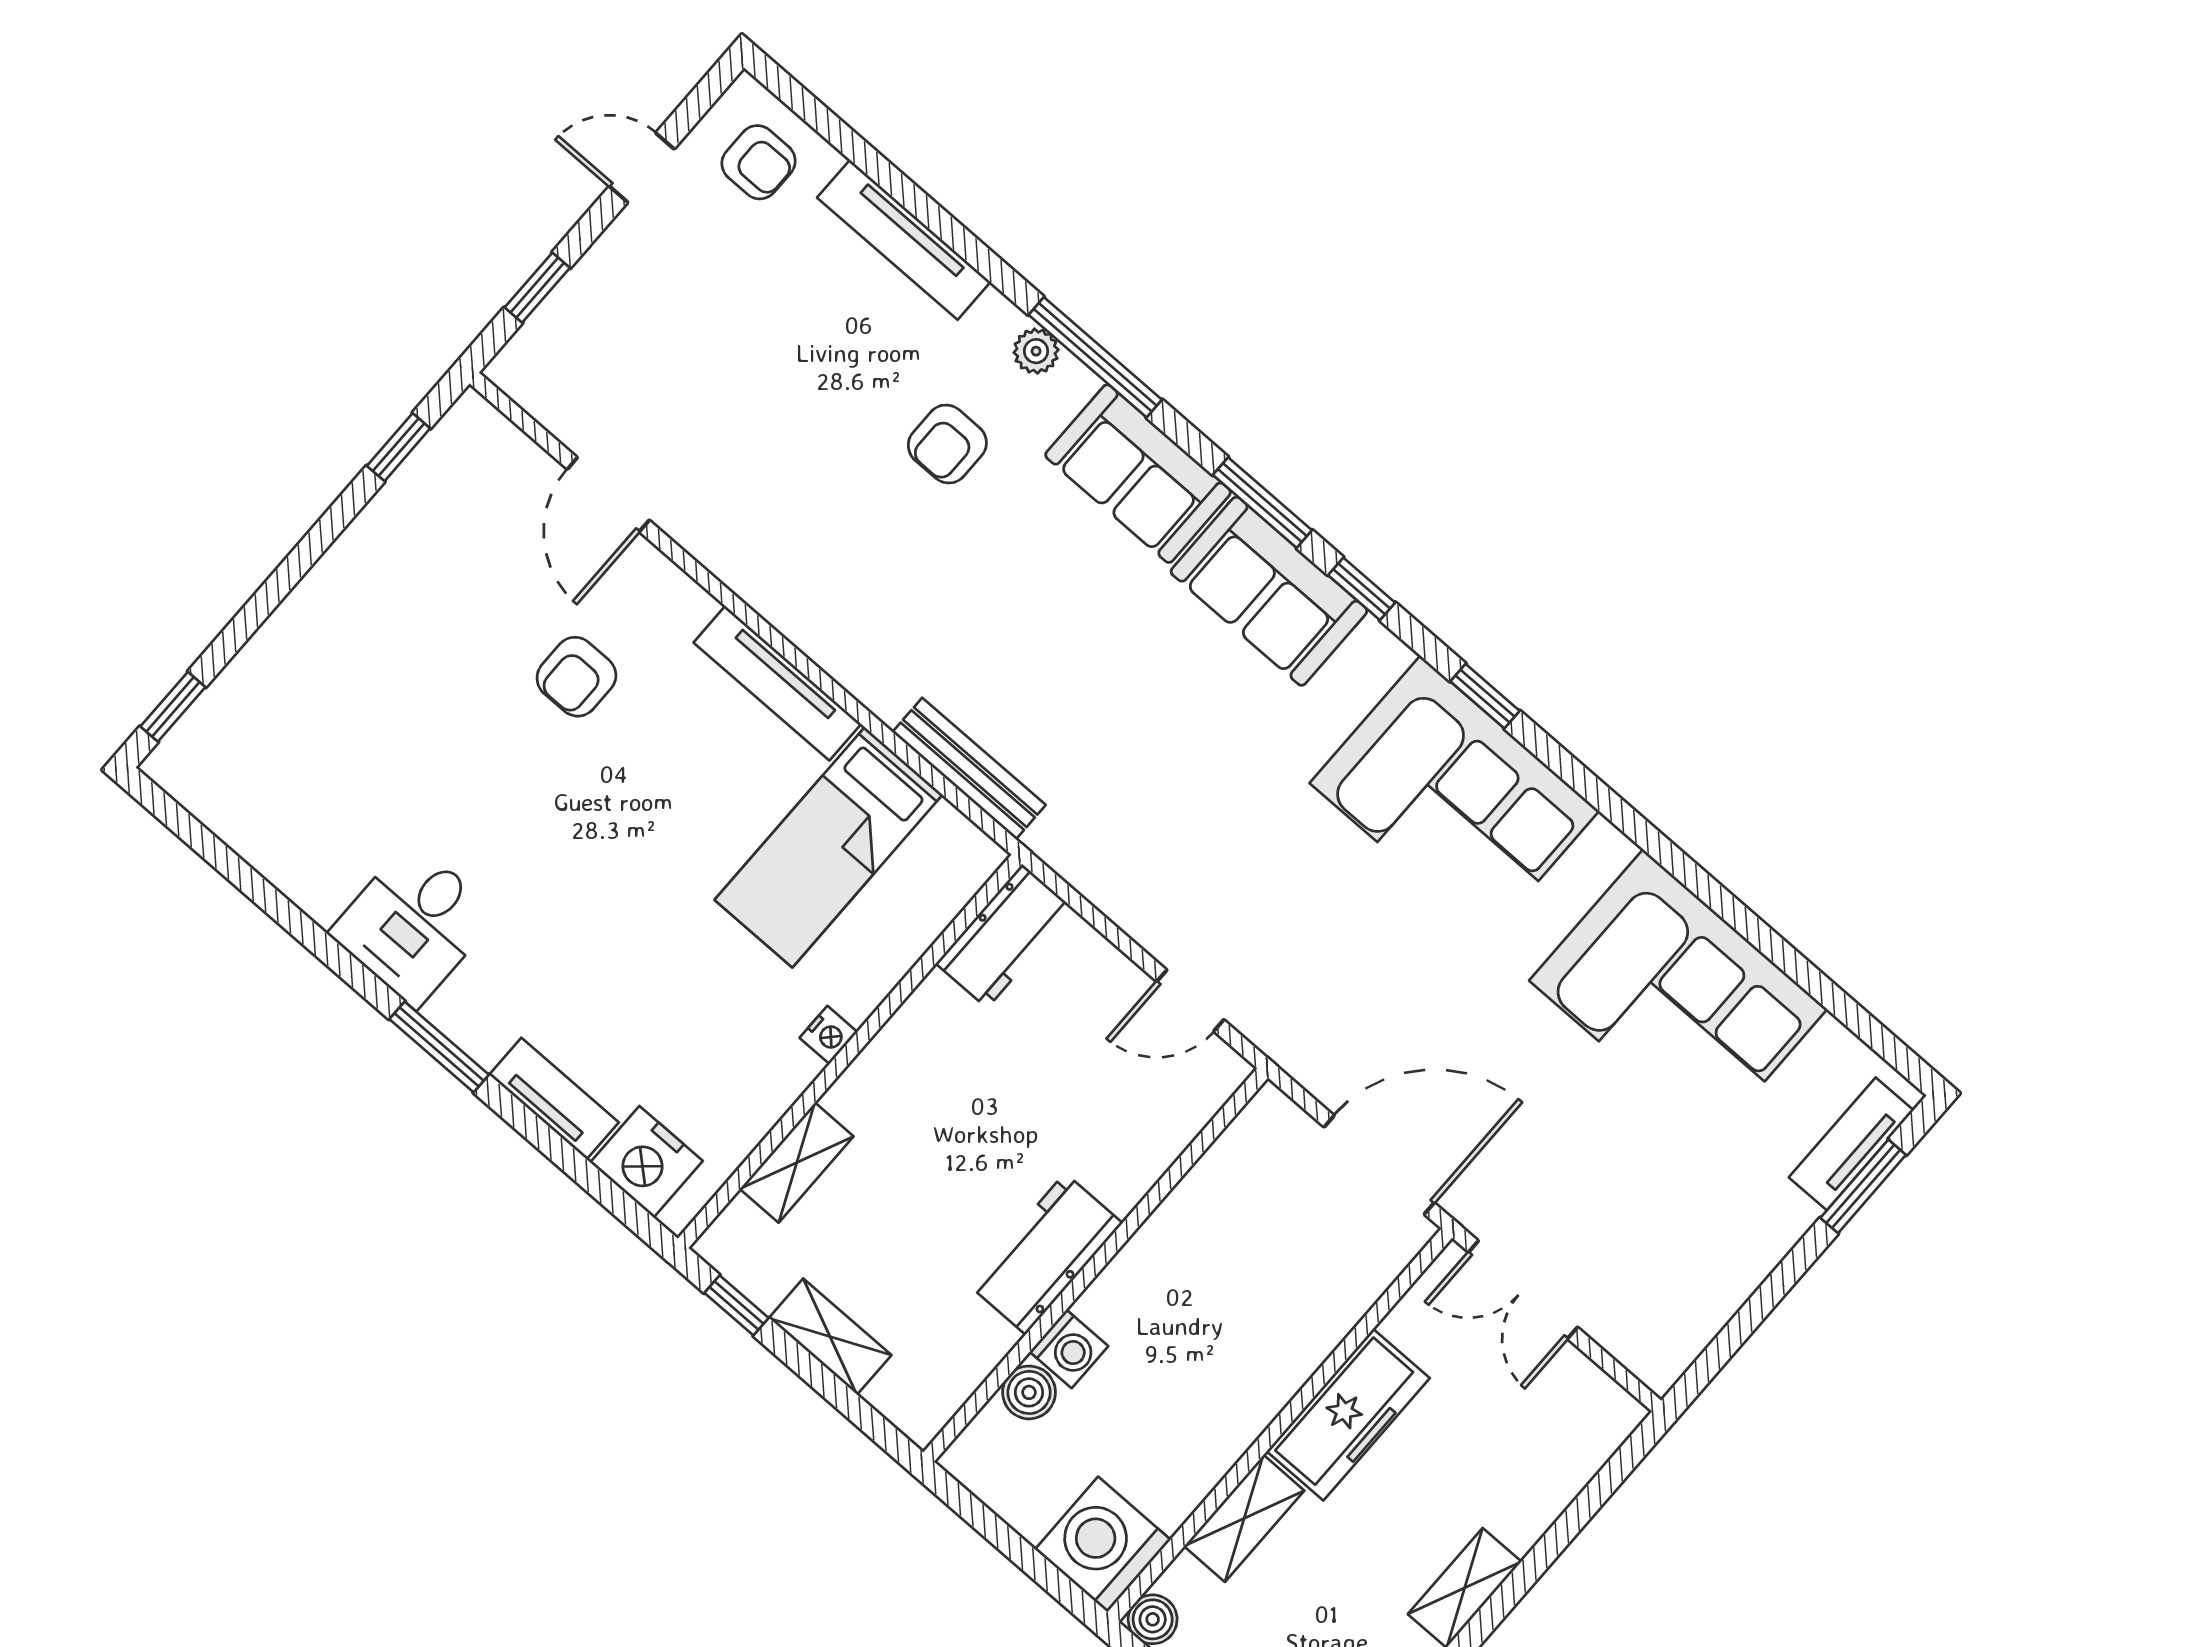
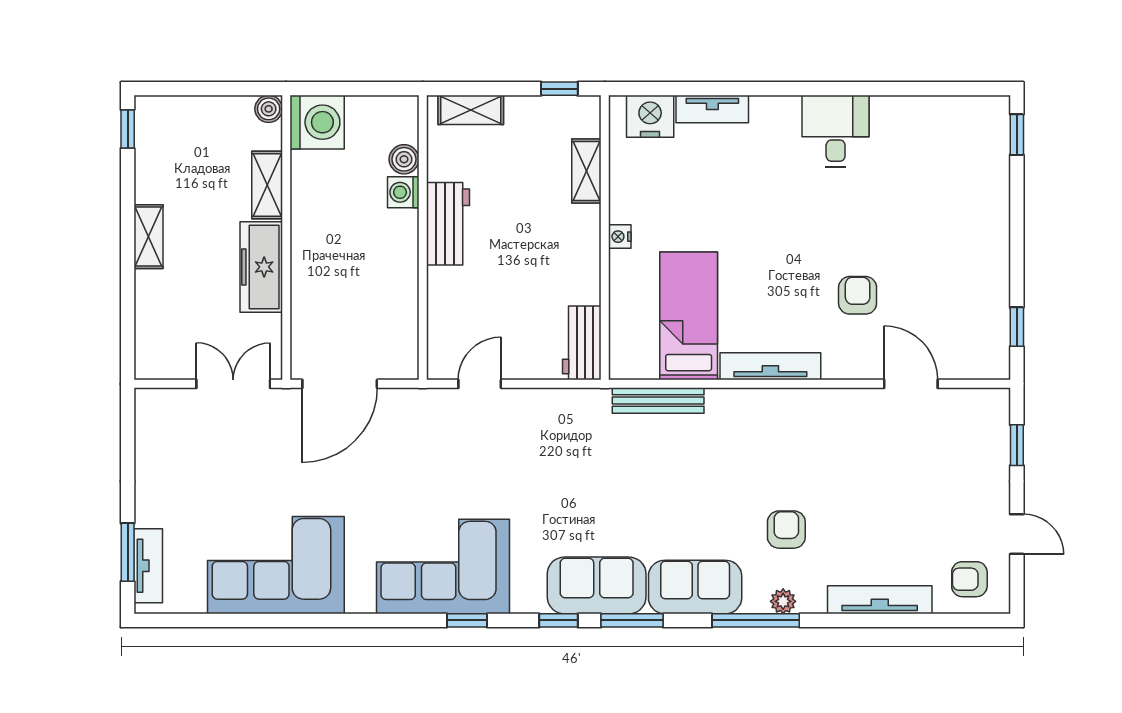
door: (642, 168) -> (1017, 534), hinge flipped
window: (439, 1047) -> (780, 89), removed
shelving: (830, 1337) -> (471, 110), moved

